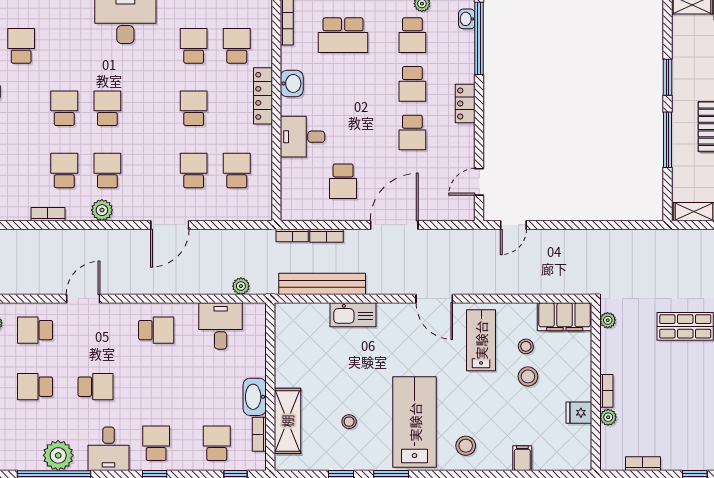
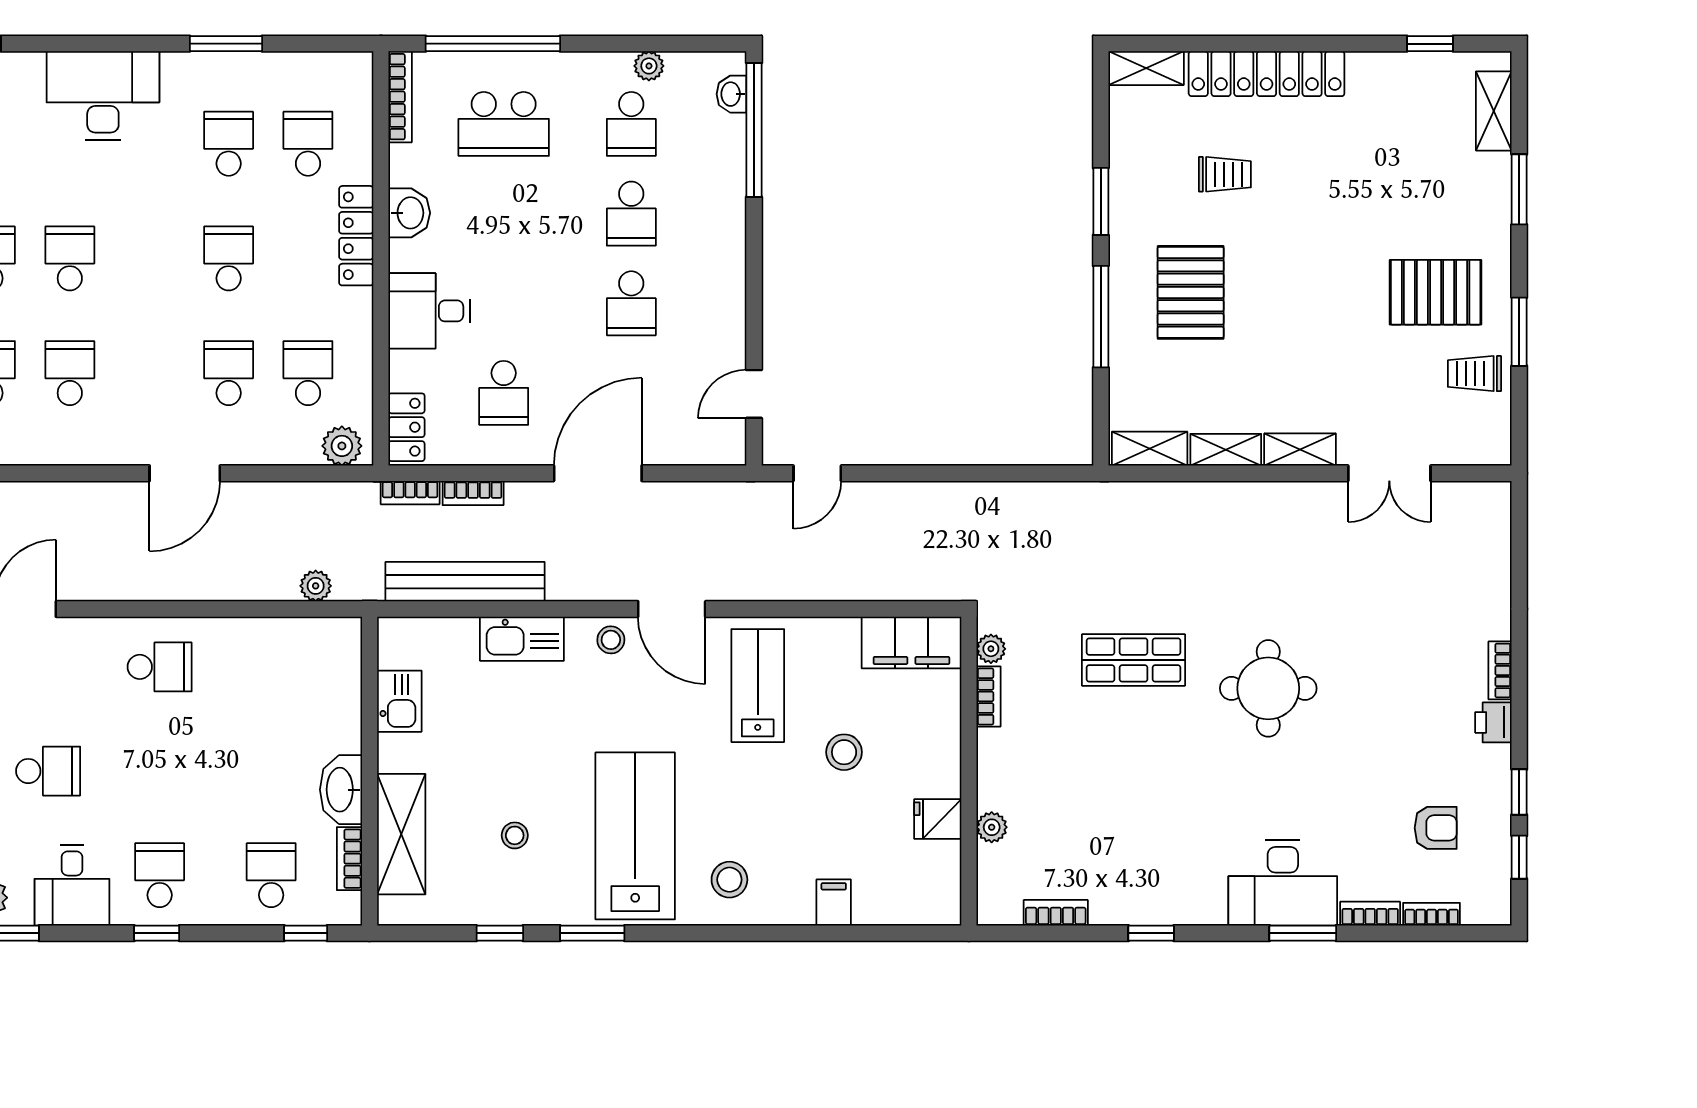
locker: (465, 104) -> (407, 427), moved, turned 180
plant: (102, 210) -> (342, 446), moved
desk: (221, 326) -> (278, 659), removed
stool: (526, 346) -> (611, 640), moved
kitchen sink: (286, 349) -> (399, 701), added
bookcase: (606, 391) -> (988, 696), moved

